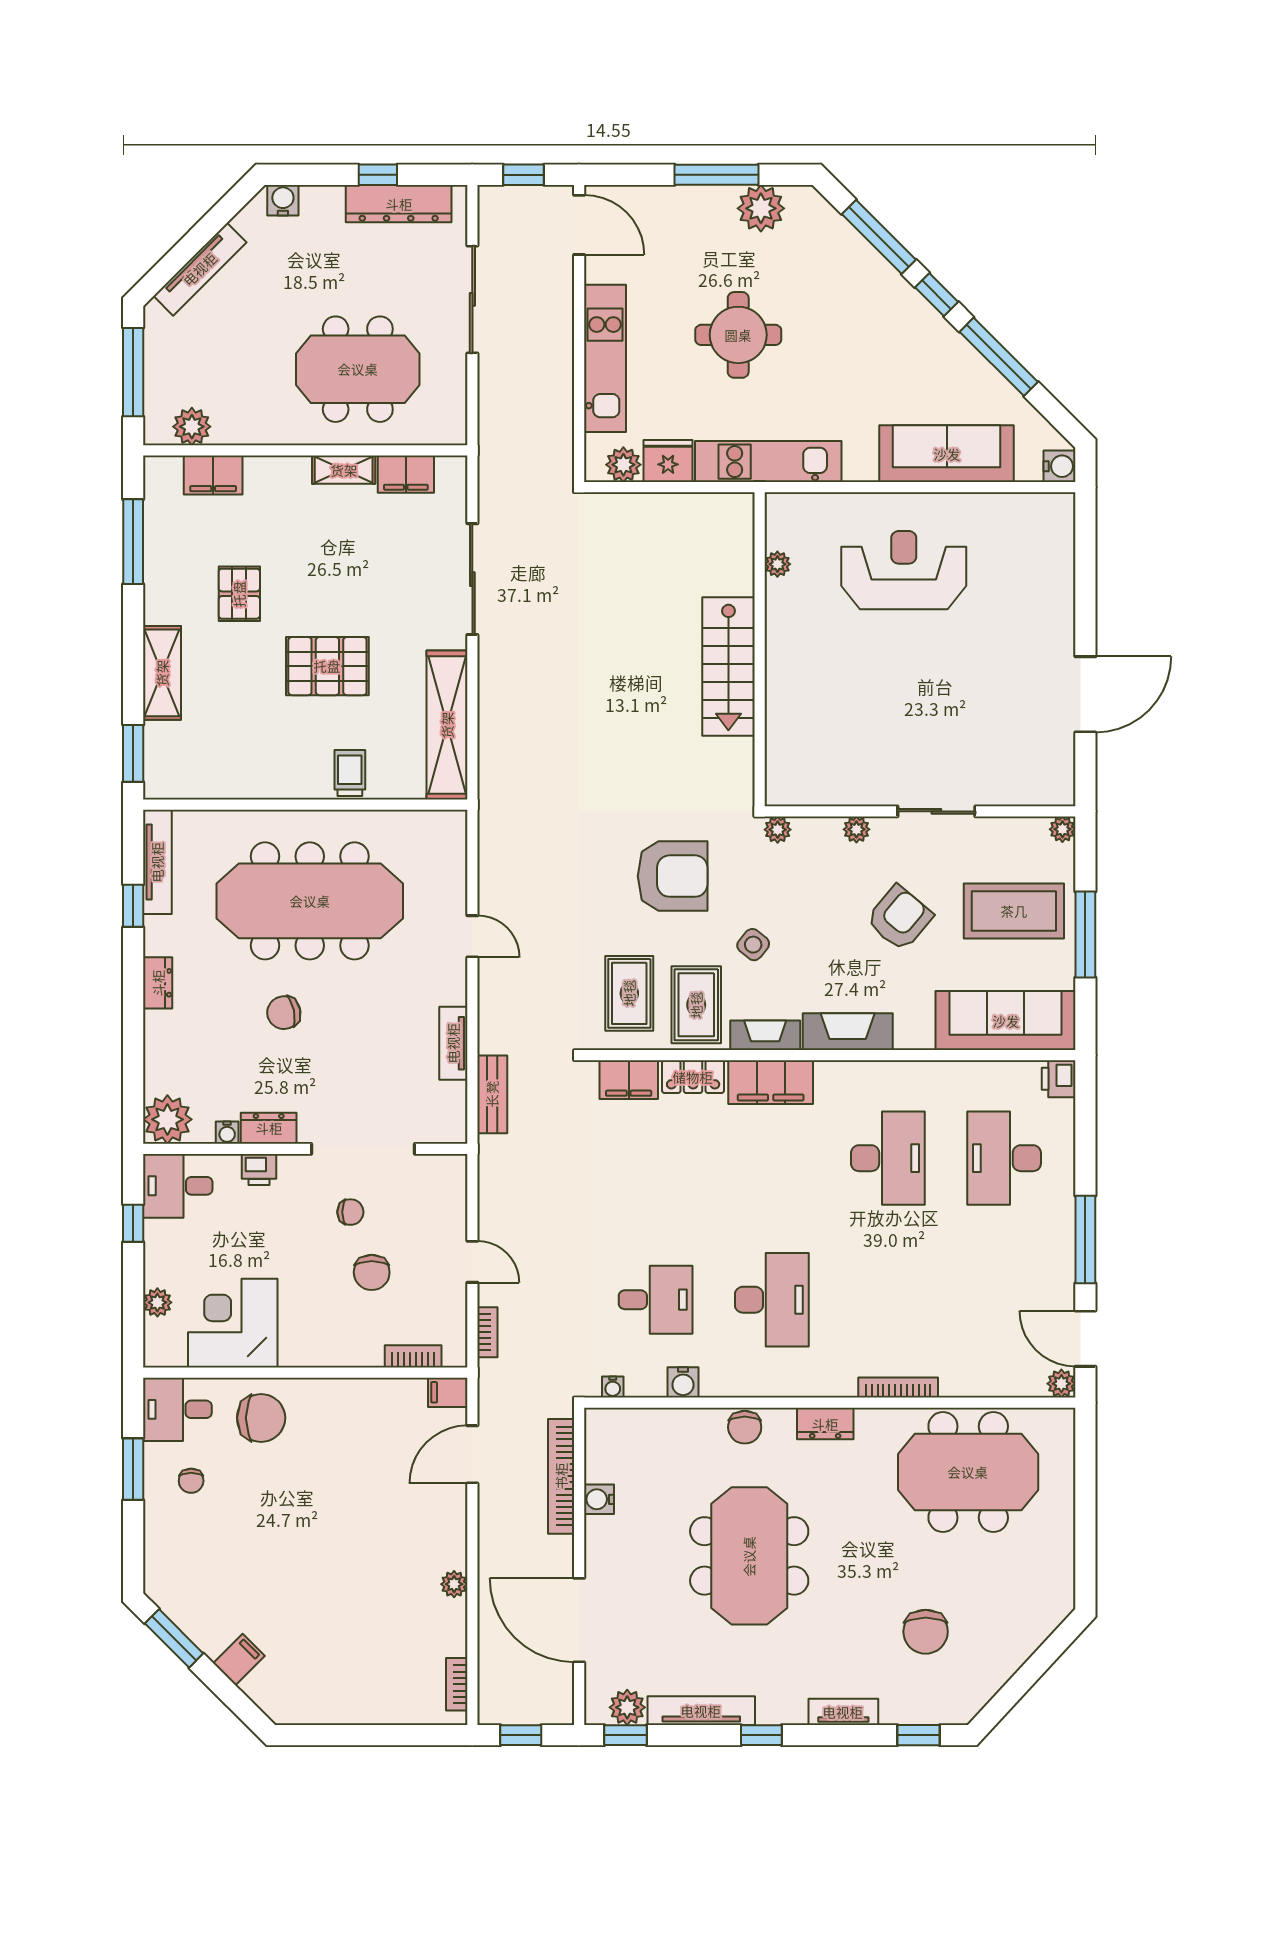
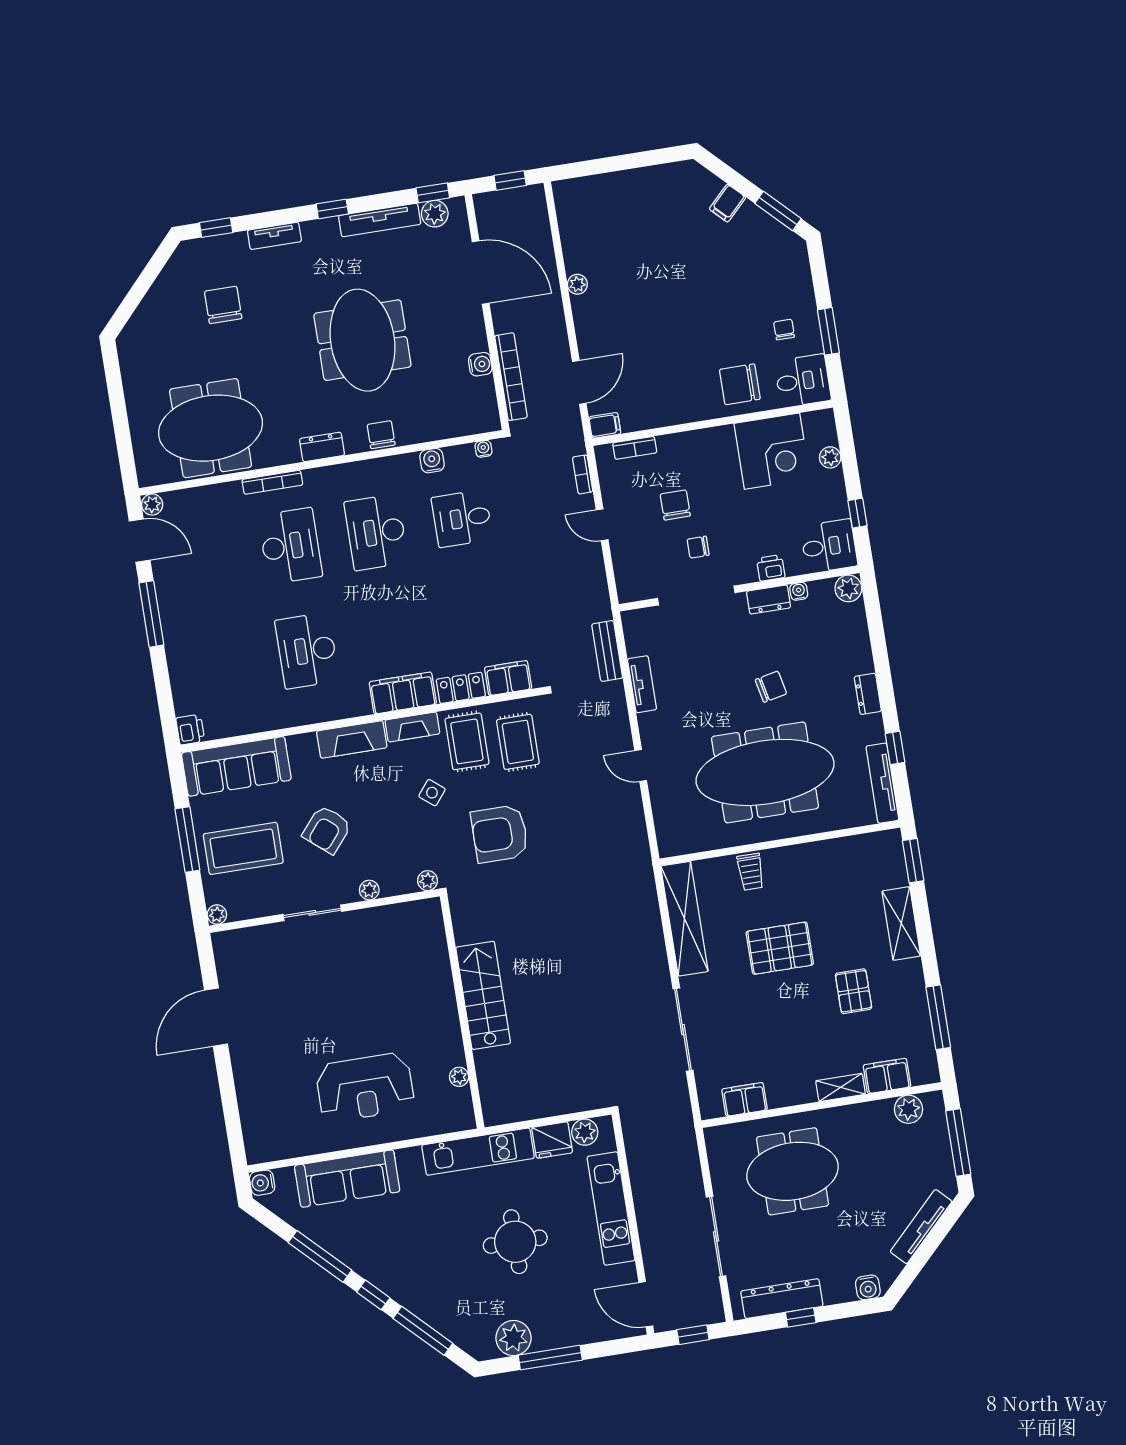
shelving: (344, 470) -> (841, 1087), moved
plant: (167, 1119) -> (848, 588), width x0.73, depth x0.73
desk: (1004, 1158) -> (290, 546), moved
bookcase: (457, 1684) -> (564, 211), removed

